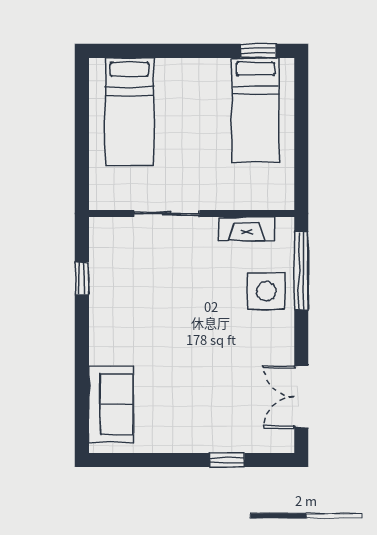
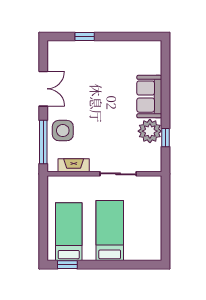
bed: (129, 112) -> (110, 231), moved
plant: (110, 290) -> (150, 131), added
double door: (301, 397) -> (43, 89), moved
sofa: (111, 404) -> (149, 97), moved

